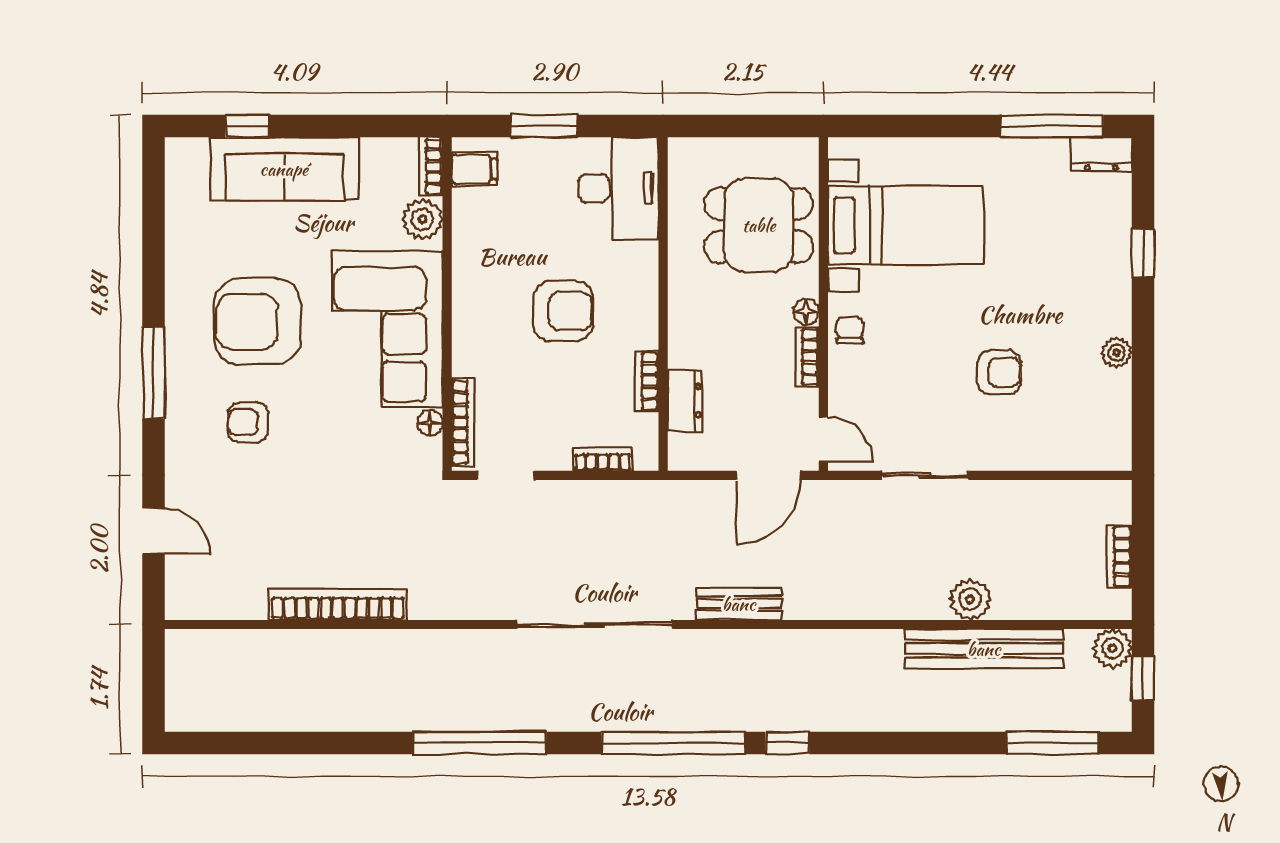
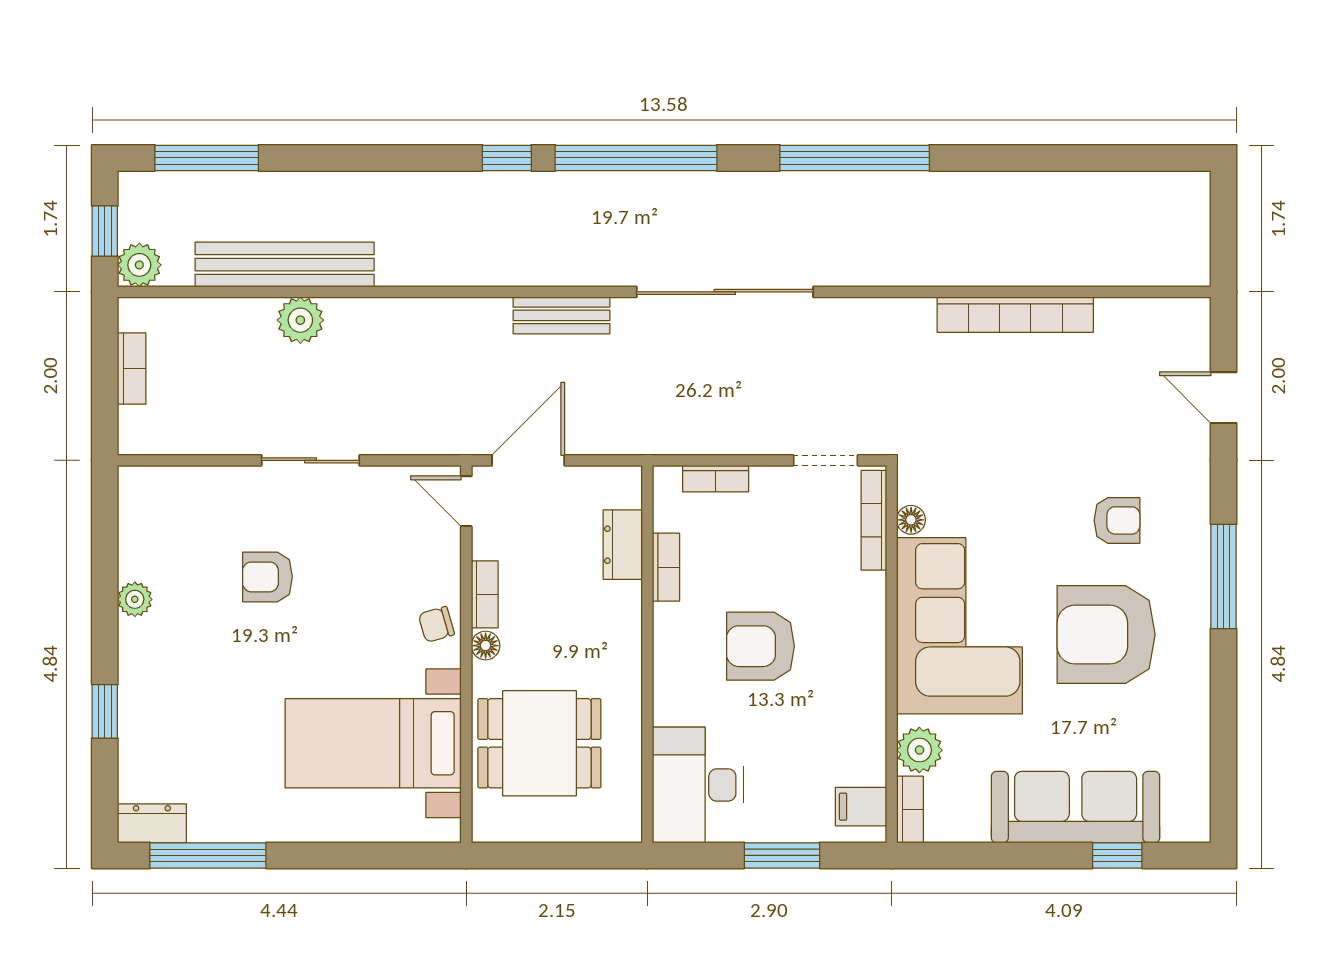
armchair: (257, 321) -> (1106, 635), turned 180
chair: (850, 330) -> (436, 624), turned 74
sliding door: (925, 475) -> (311, 460), moved

